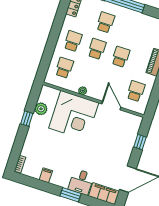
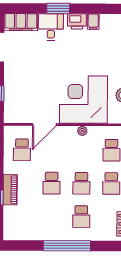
door: (111, 106) -> (44, 124), hinge flipped
printer: (59, 180) -> (77, 21), added

